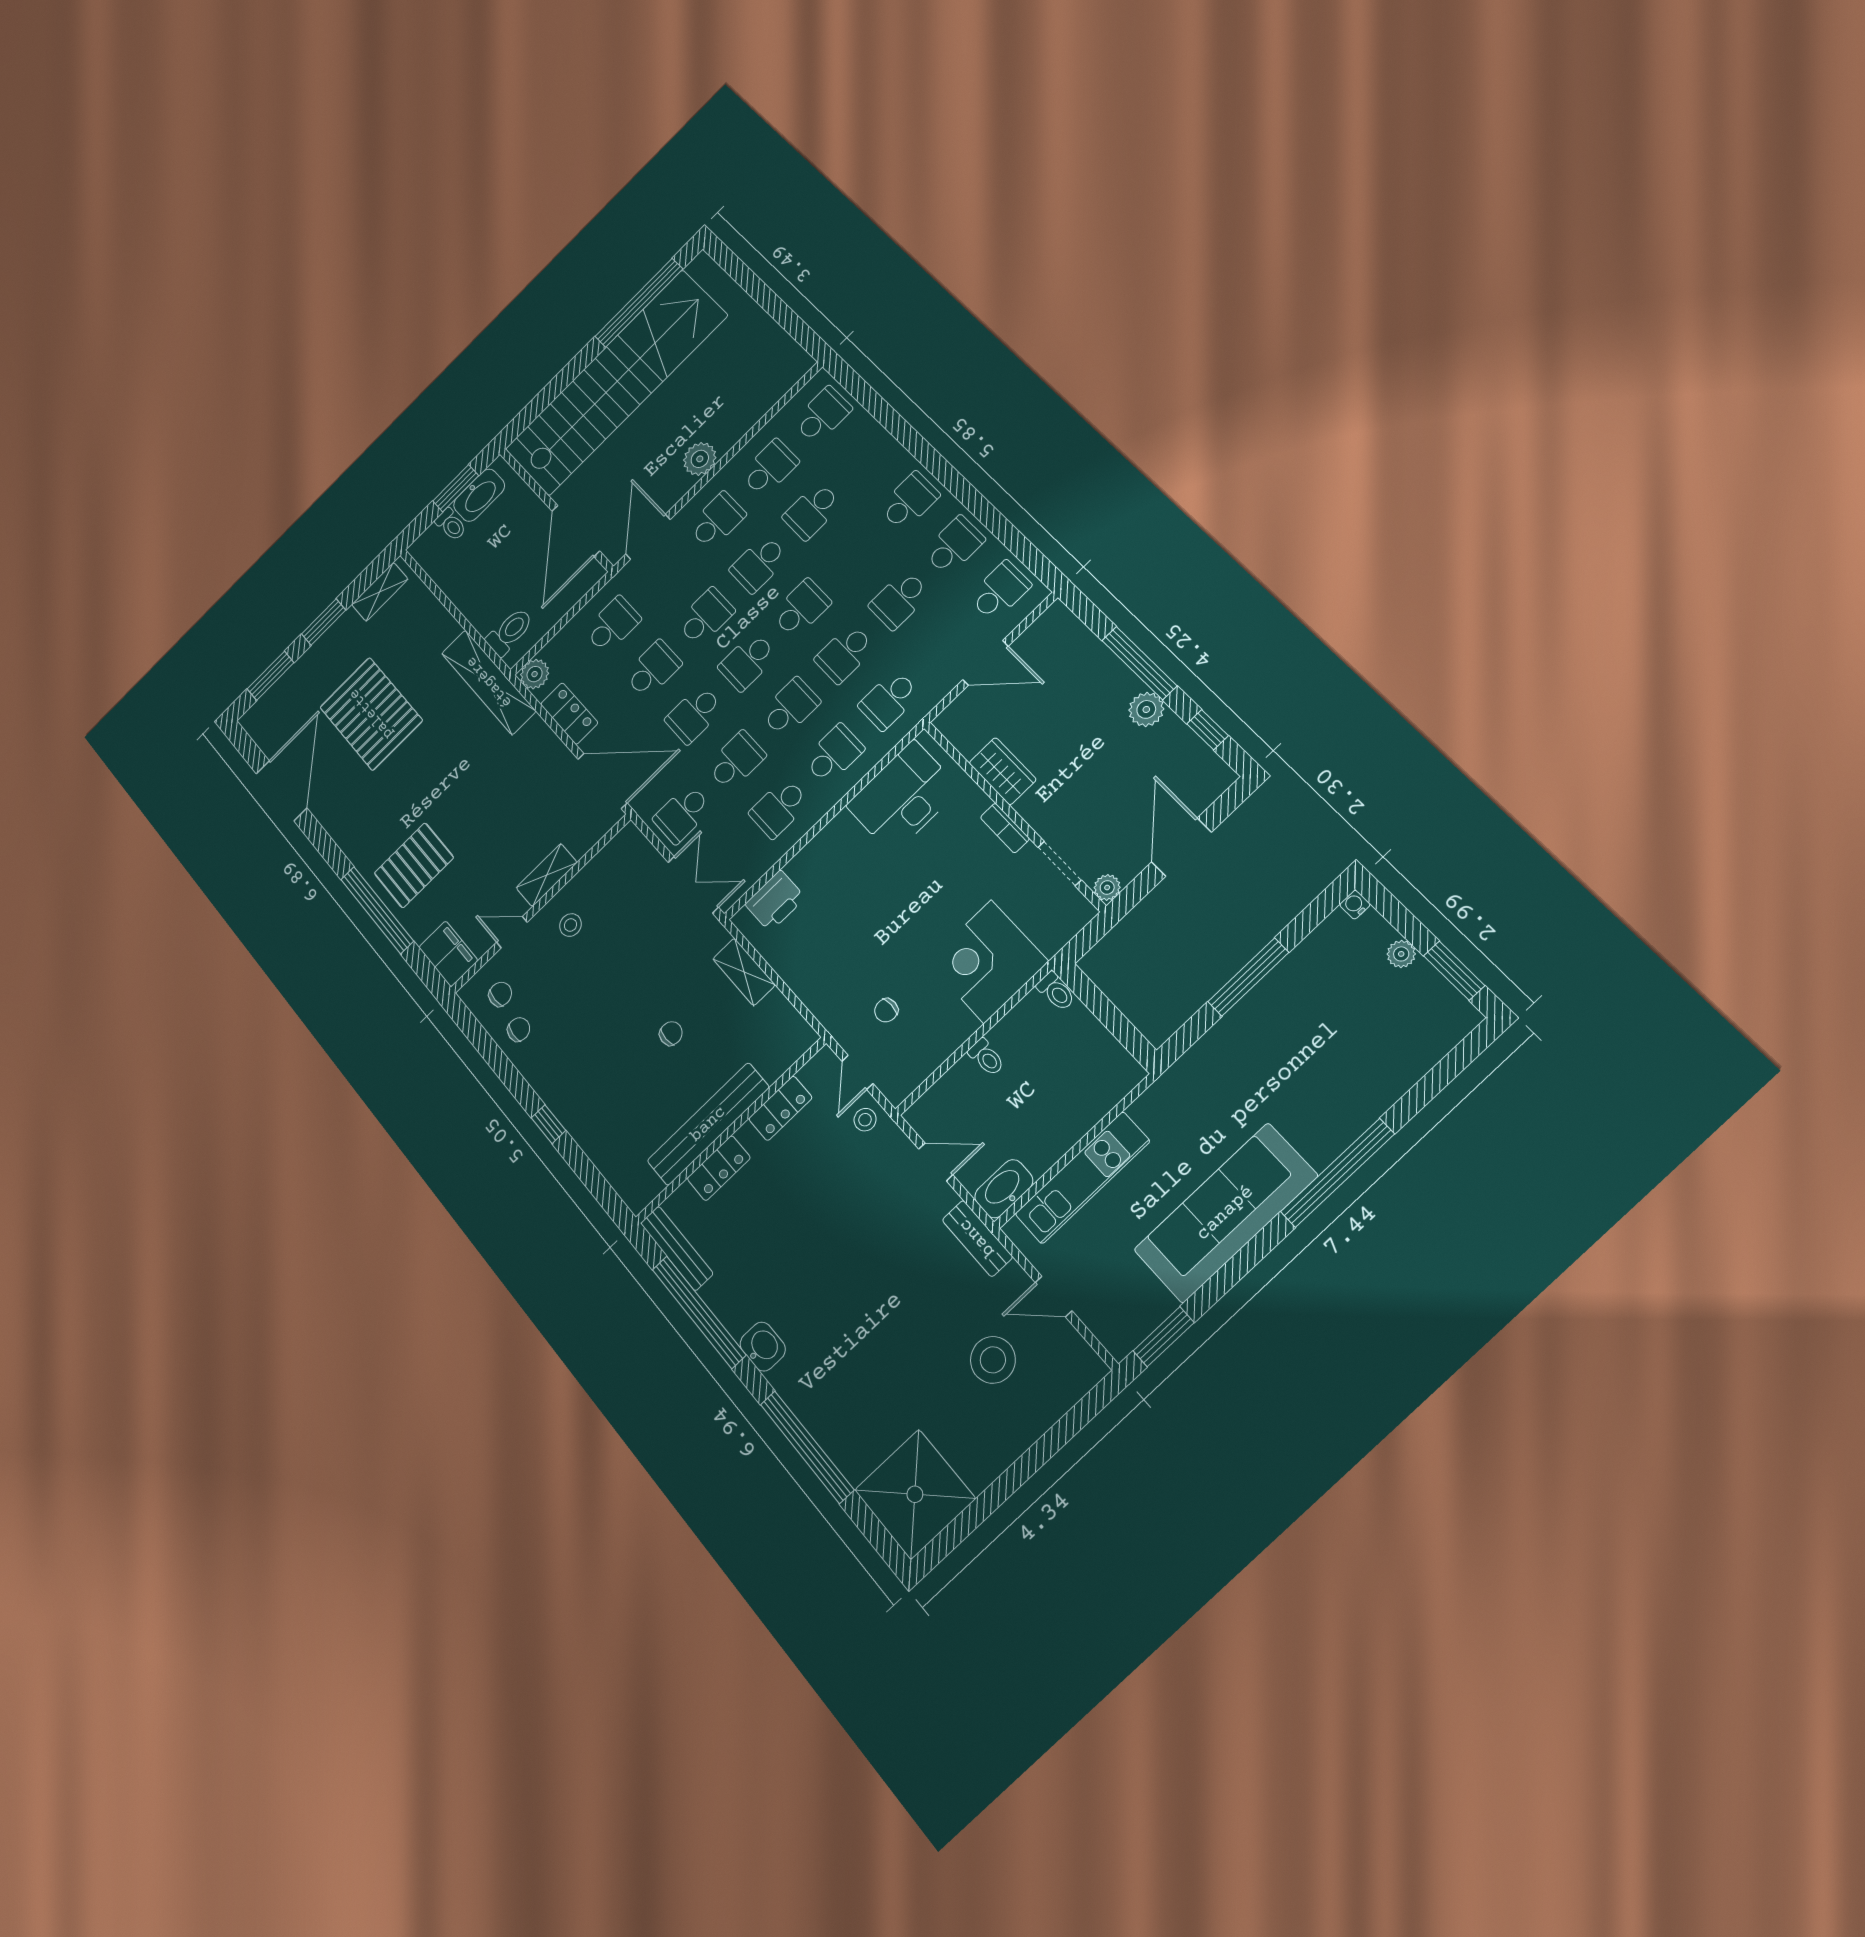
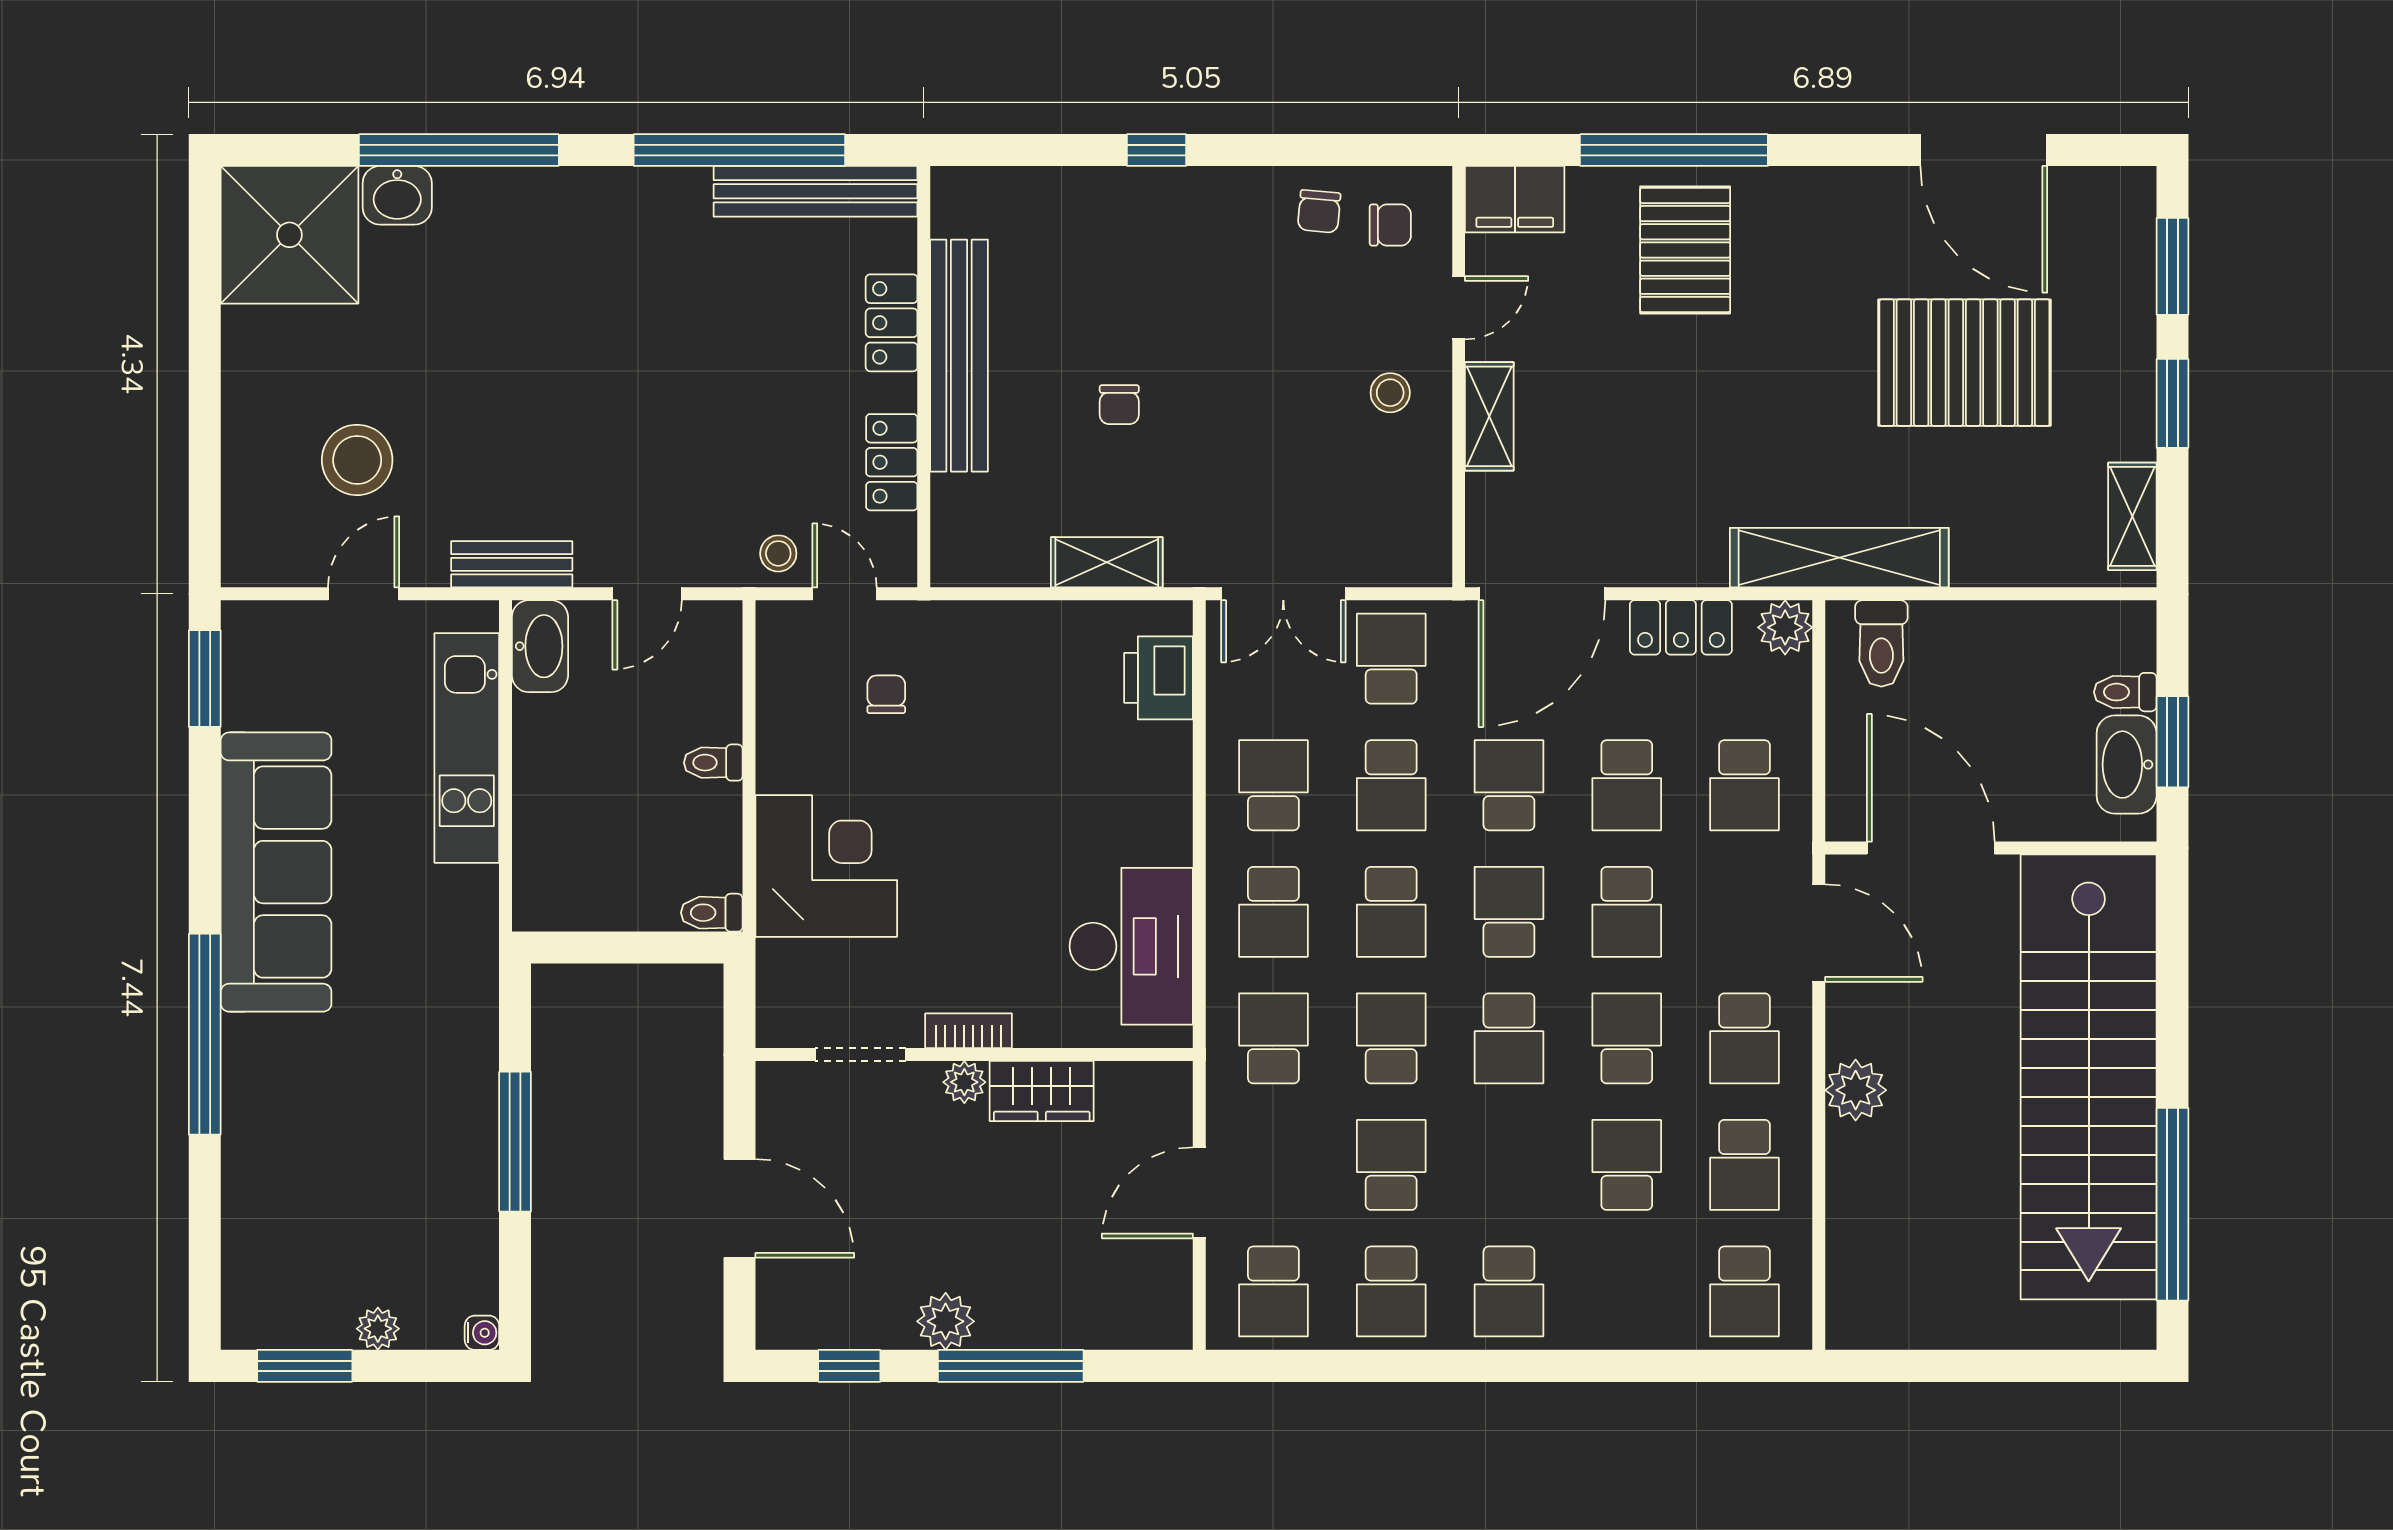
plant: (1107, 887) -> (964, 1082), moved
chair: (500, 994) -> (1390, 225), turned -90
bench: (677, 1248) -> (815, 191), width x1.37, depth x1.21
washbasin: (763, 1347) -> (397, 195), moved

